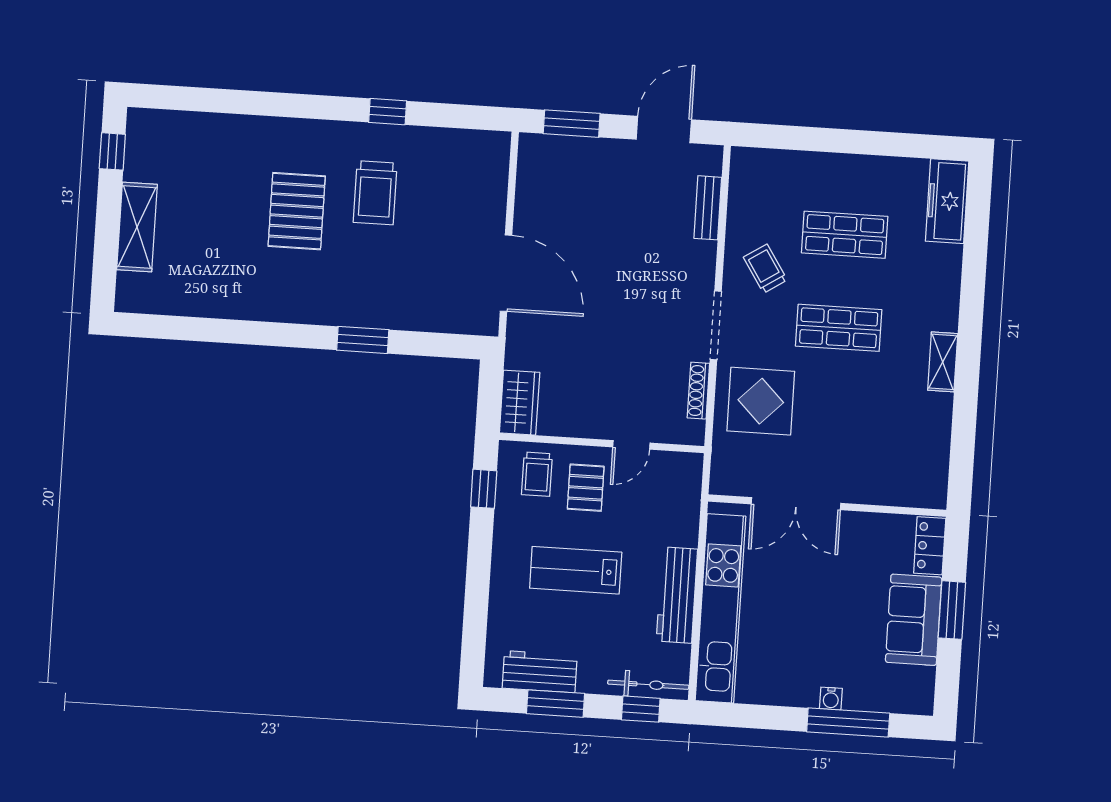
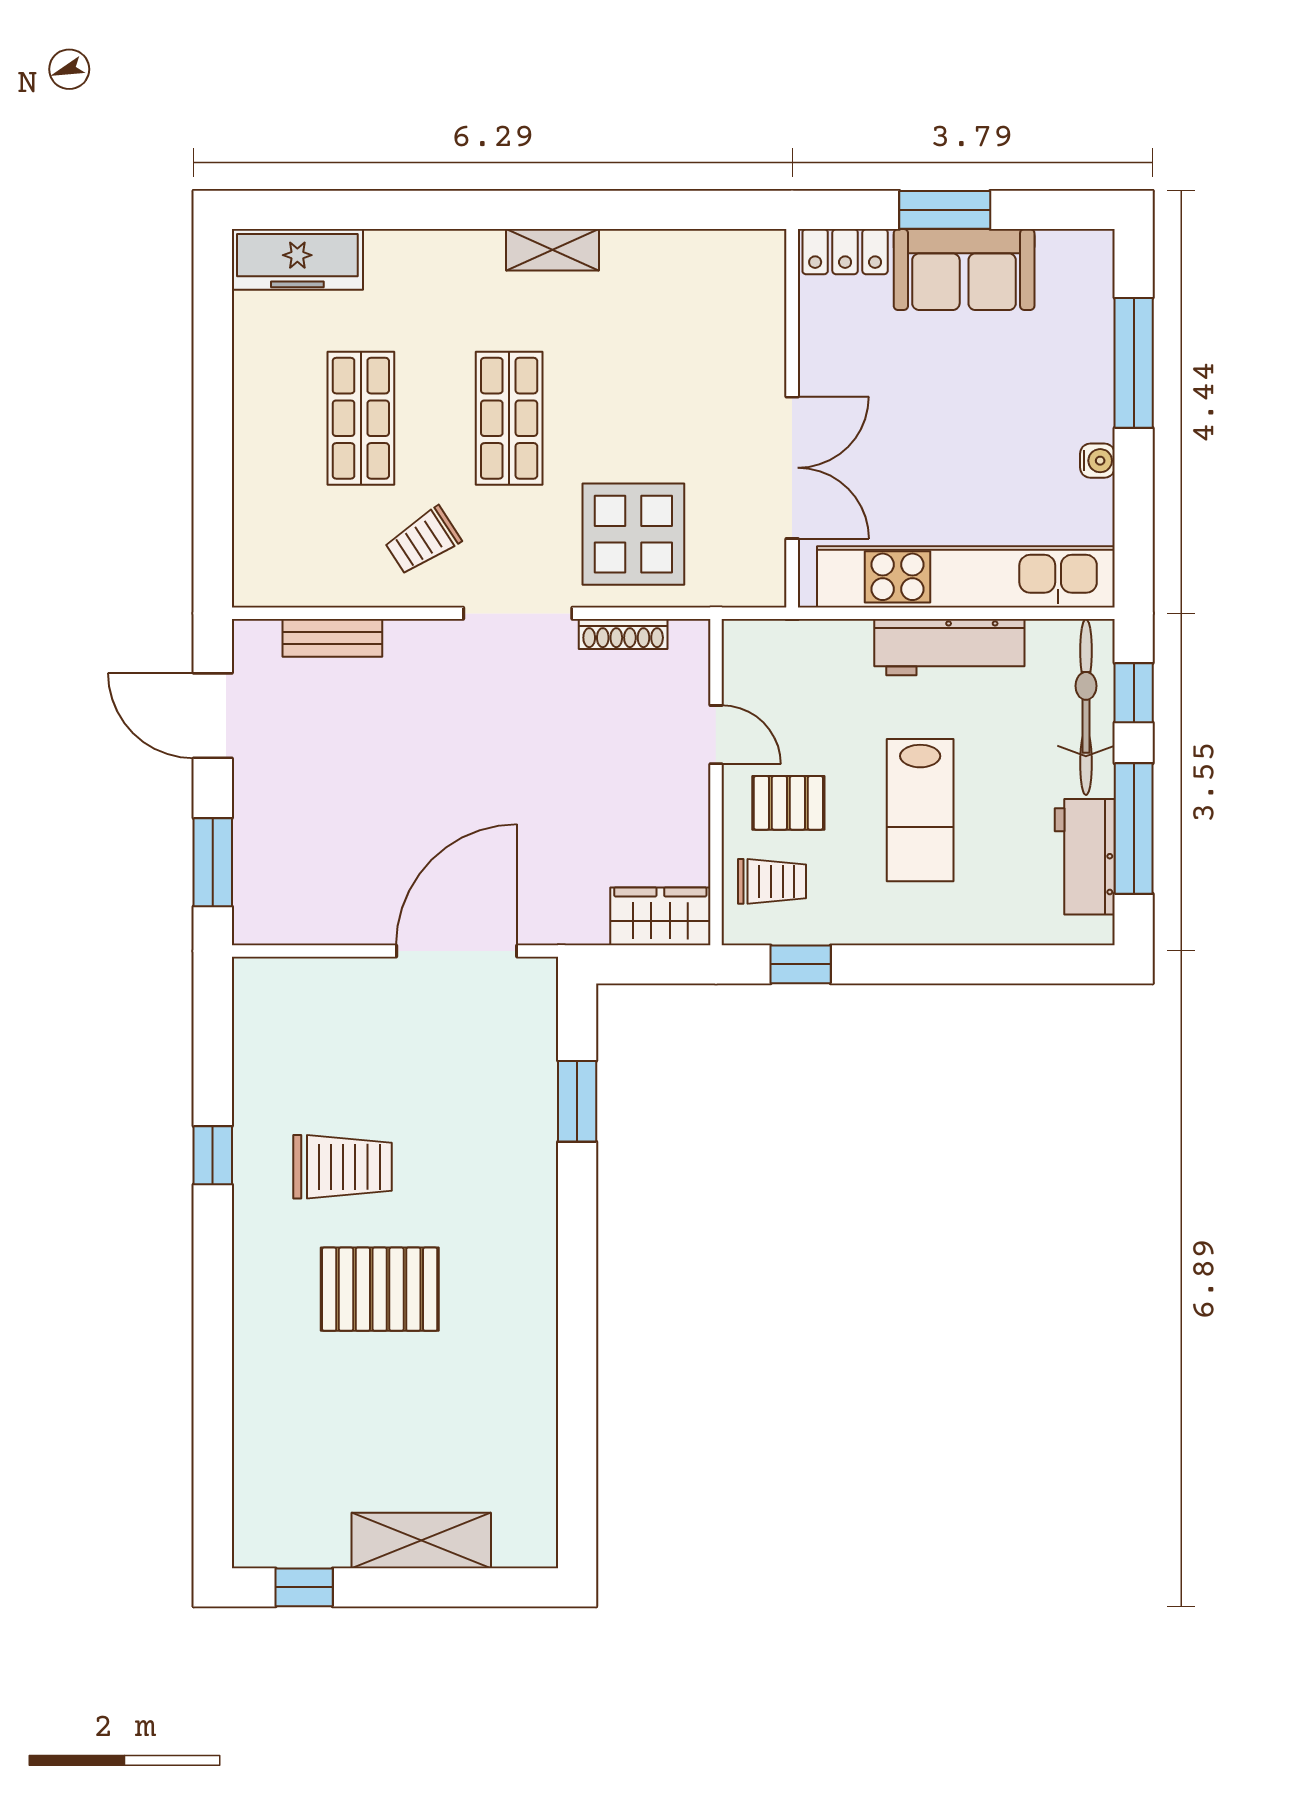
window: (363, 340) -> (577, 1101), moved
bicycle: (648, 685) -> (1086, 707), width x1.37, depth x1.40
water cooler: (831, 699) -> (1097, 461), moved
window: (556, 704) -> (1134, 828), width x1.44

